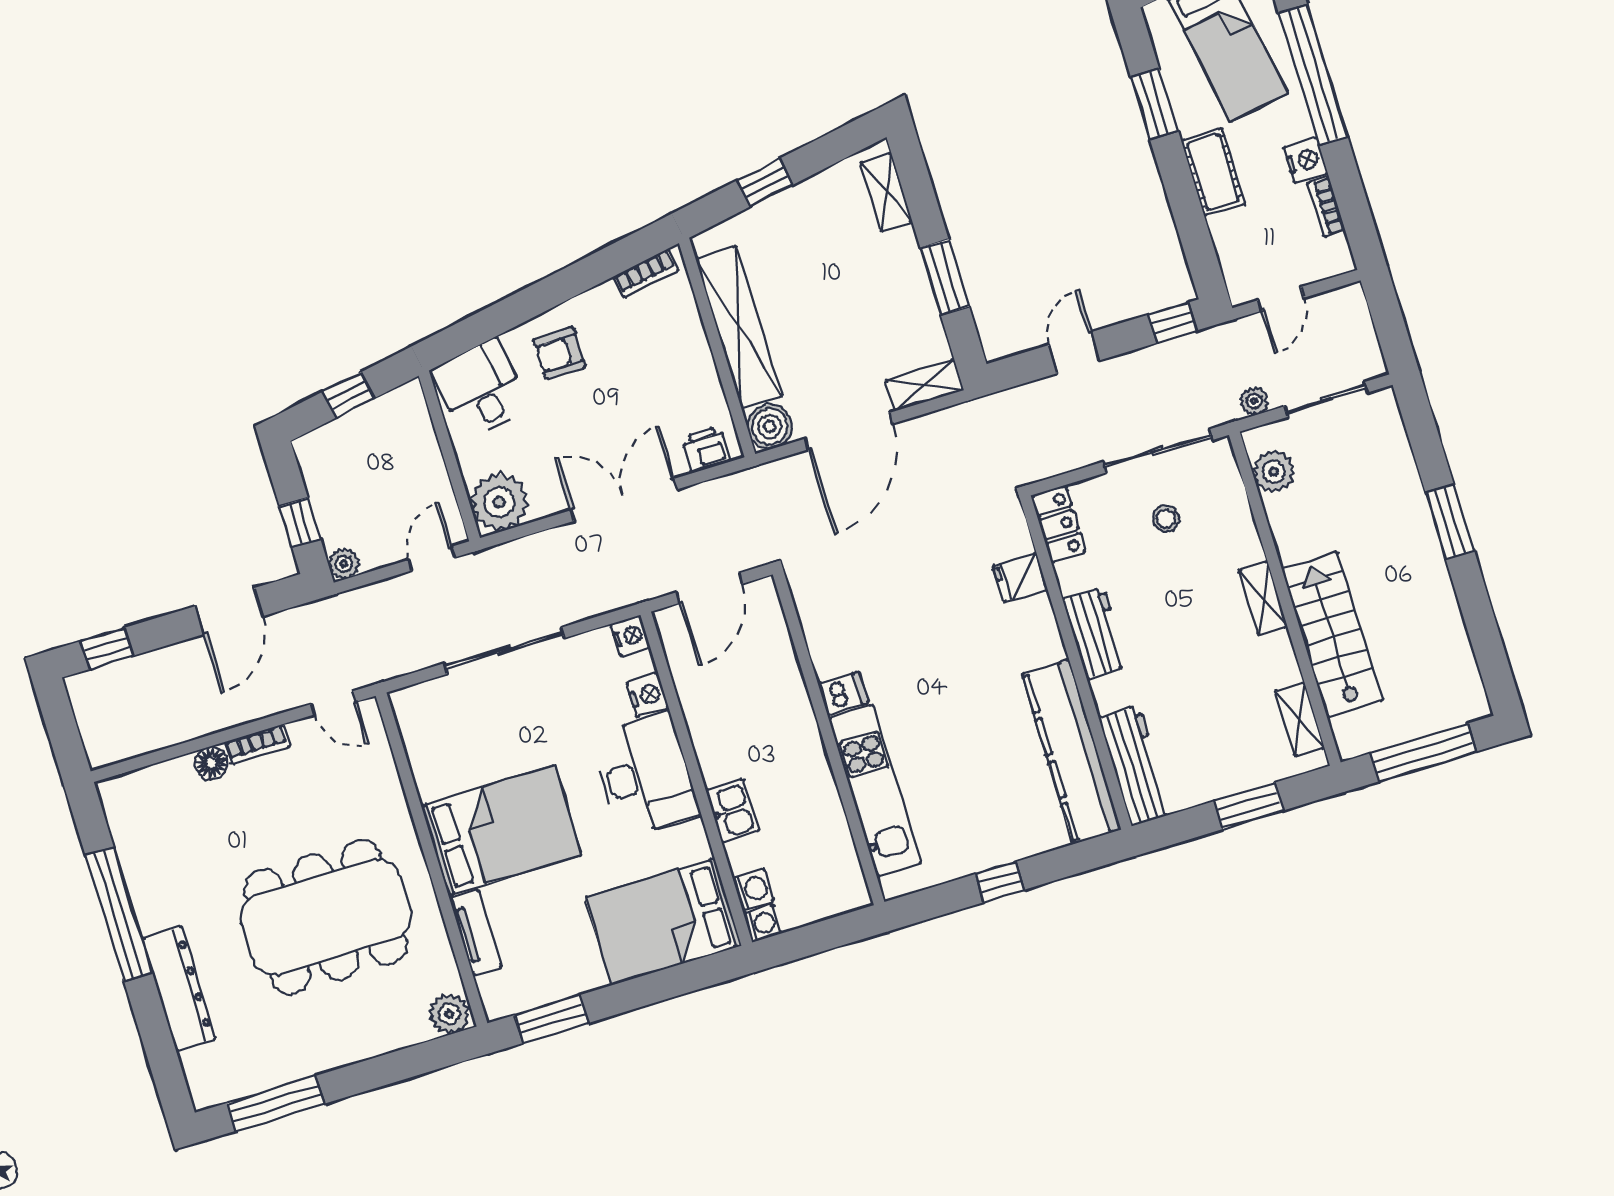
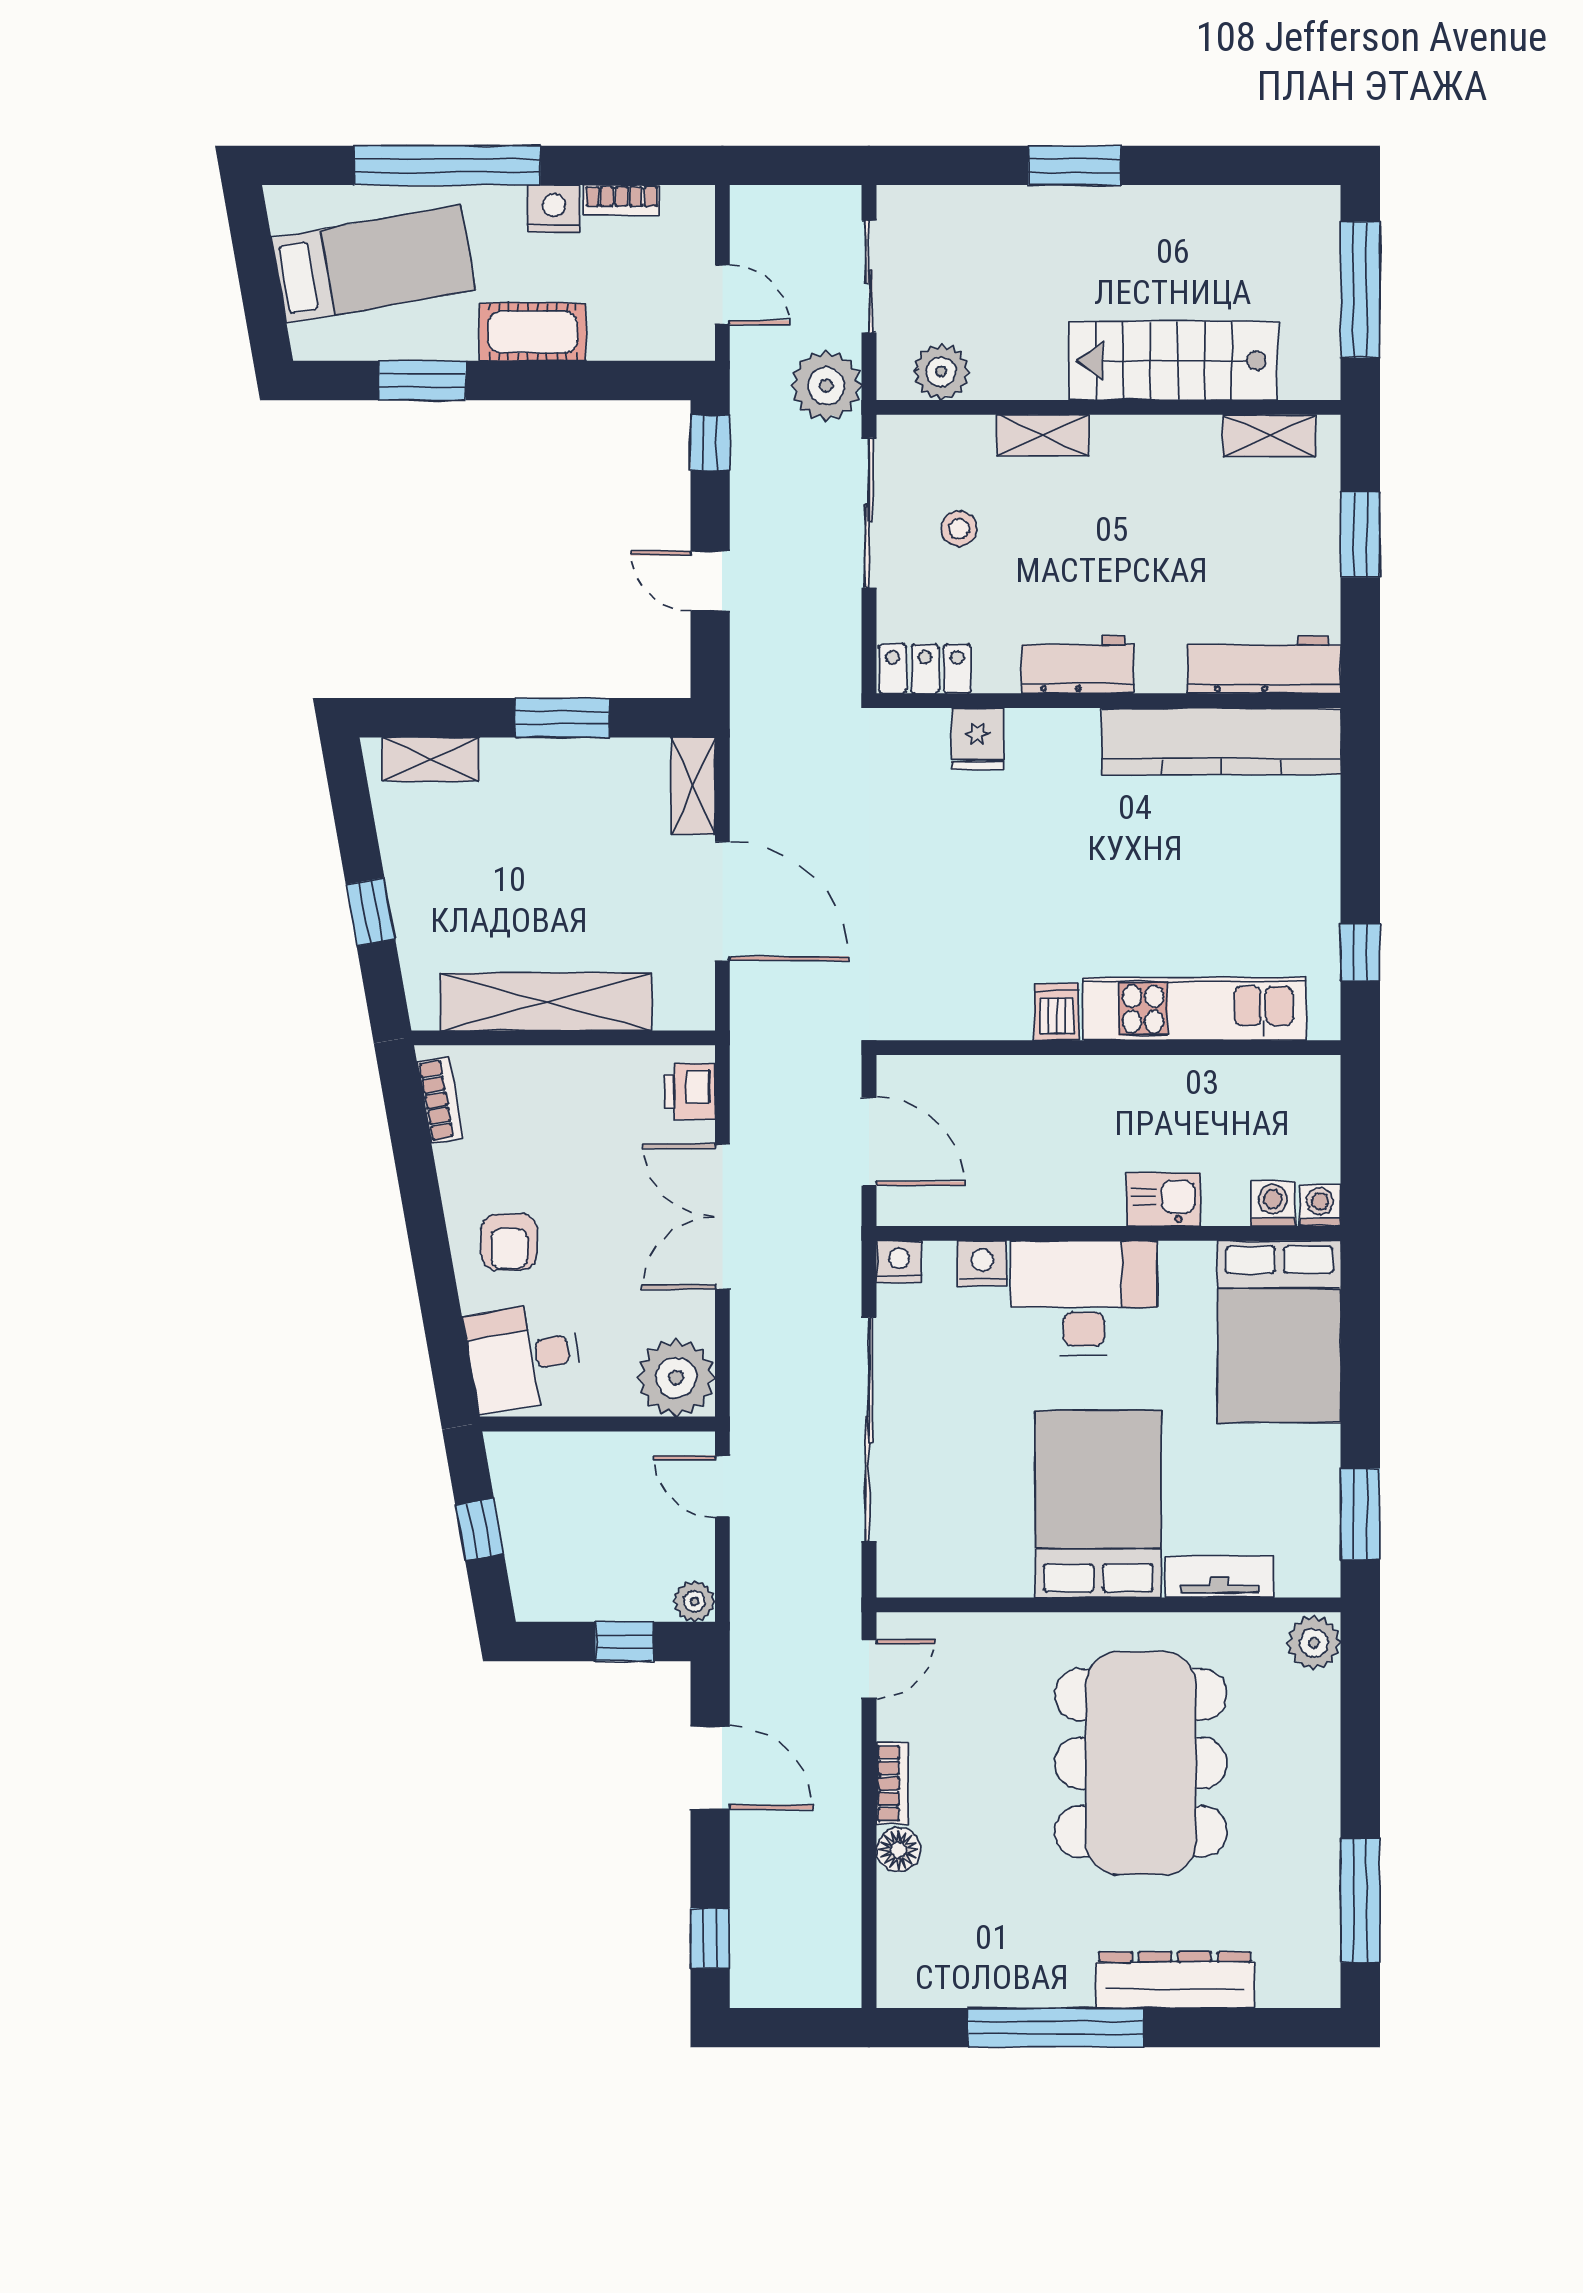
plant: (1254, 401) -> (826, 386), width x1.88, depth x1.88
boiler: (770, 426) -> (685, 1001), removed
shelving: (1263, 599) -> (1043, 435), moved
sliding door: (504, 651) -> (869, 1430), width x1.36
window: (1000, 882) -> (1360, 952), moved

